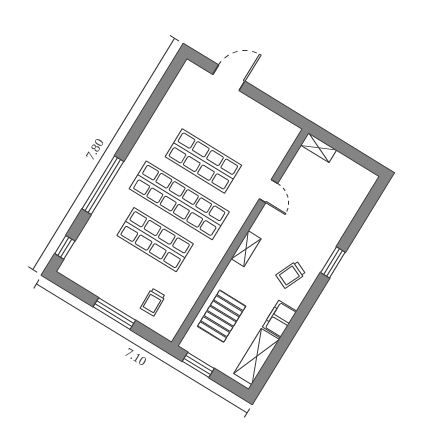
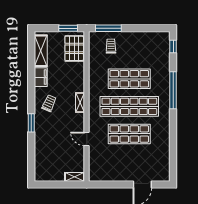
window: (114, 314) -> (108, 28), moved
pallet: (222, 316) -> (74, 48), moved

